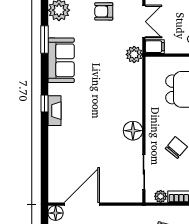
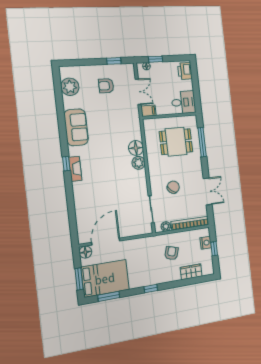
window: (44, 39) -> (60, 111), removed
plant: (134, 54) -> (139, 163), moved
floor lamp: (133, 131) -> (136, 148), moved

